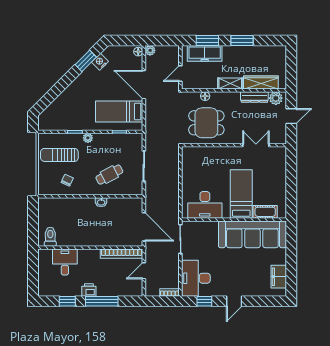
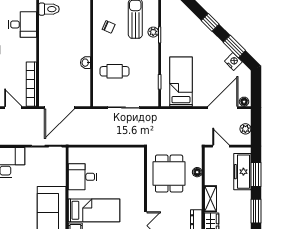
plant: (150, 50) -> (245, 129), moved
window: (63, 84) -> (210, 22), added
door: (144, 85) -> (223, 108), moved
plant: (88, 138) -> (153, 32), moved
cafe table: (109, 175) -> (115, 71), turned -62
desk: (205, 205) -> (83, 177), width x0.73

